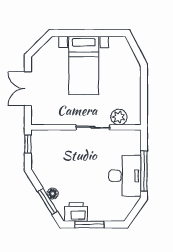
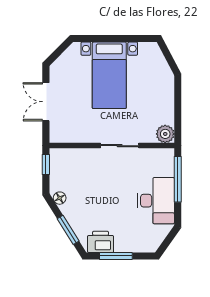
plant: (119, 117) -> (165, 134), moved
window: (144, 171) -> (178, 179), moved
floor lamp: (53, 194) -> (60, 198), moved

